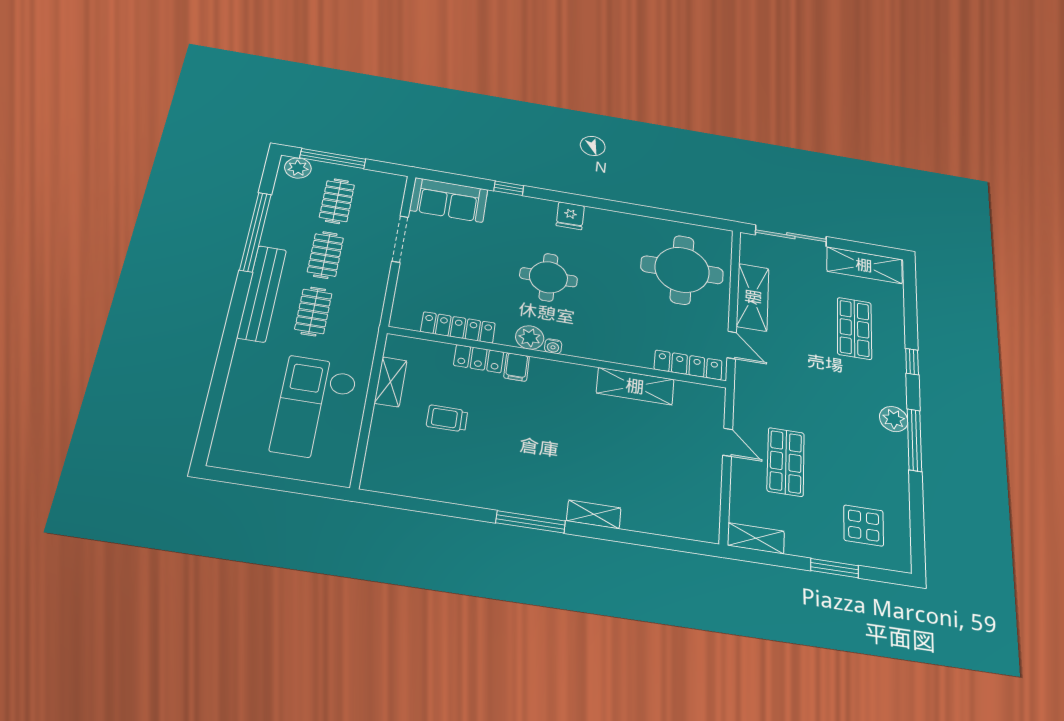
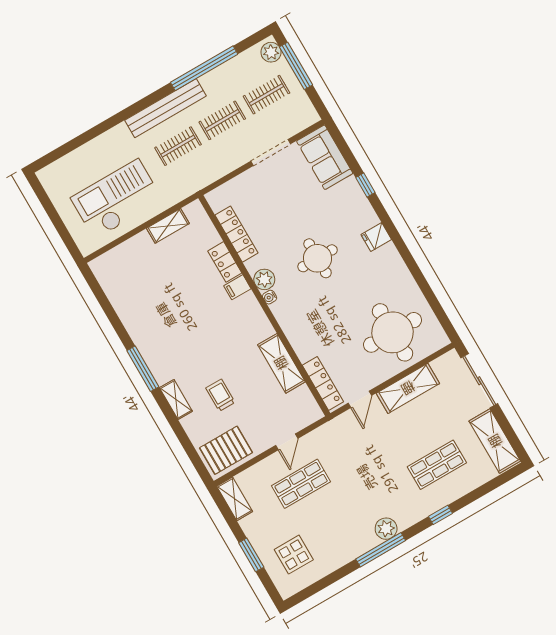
trolley: (447, 418) -> (220, 395), moved
pallet: (692, 507) -> (226, 450), added

